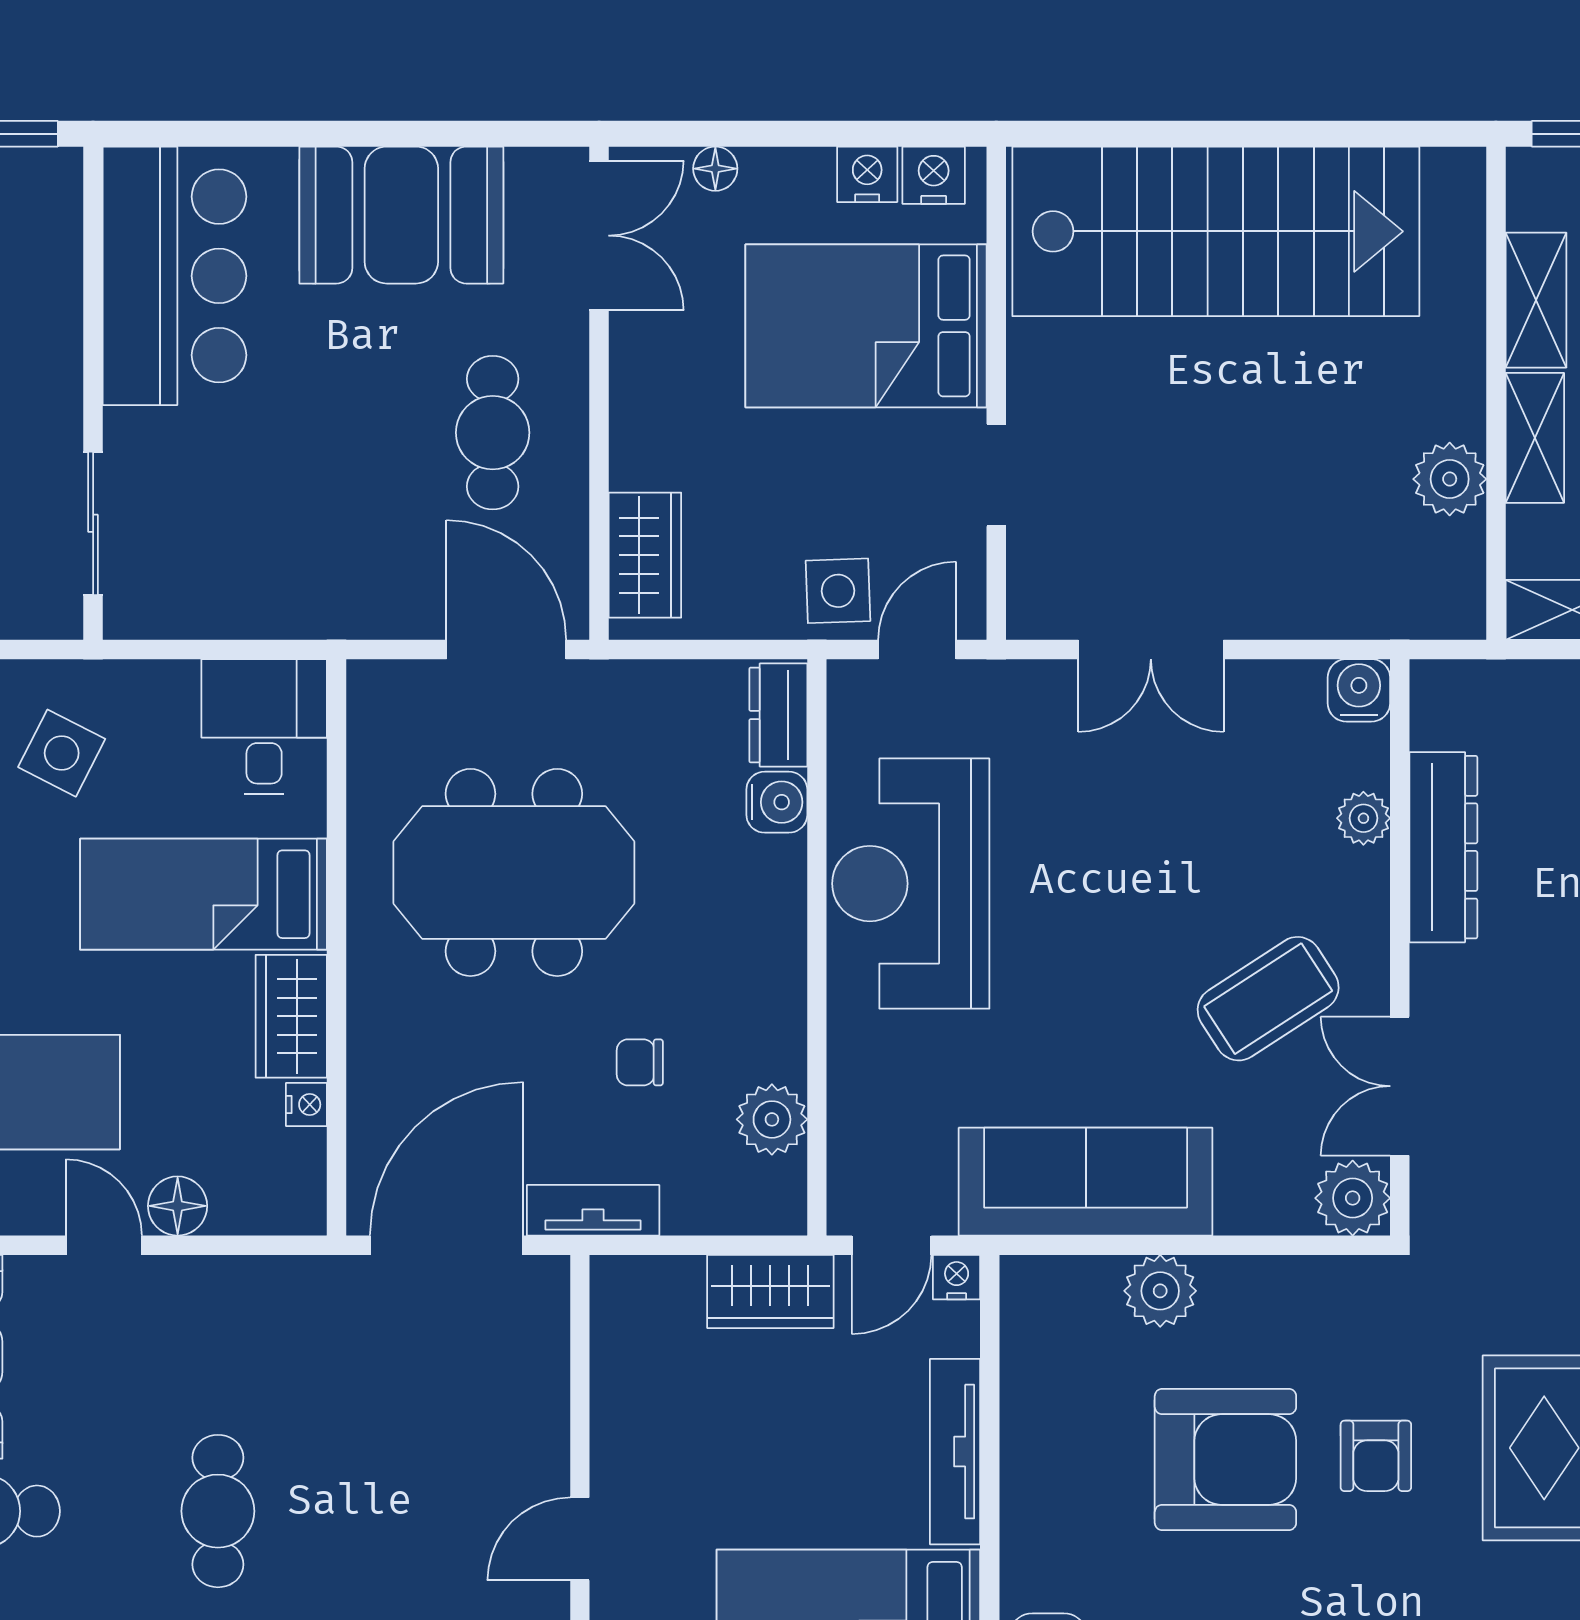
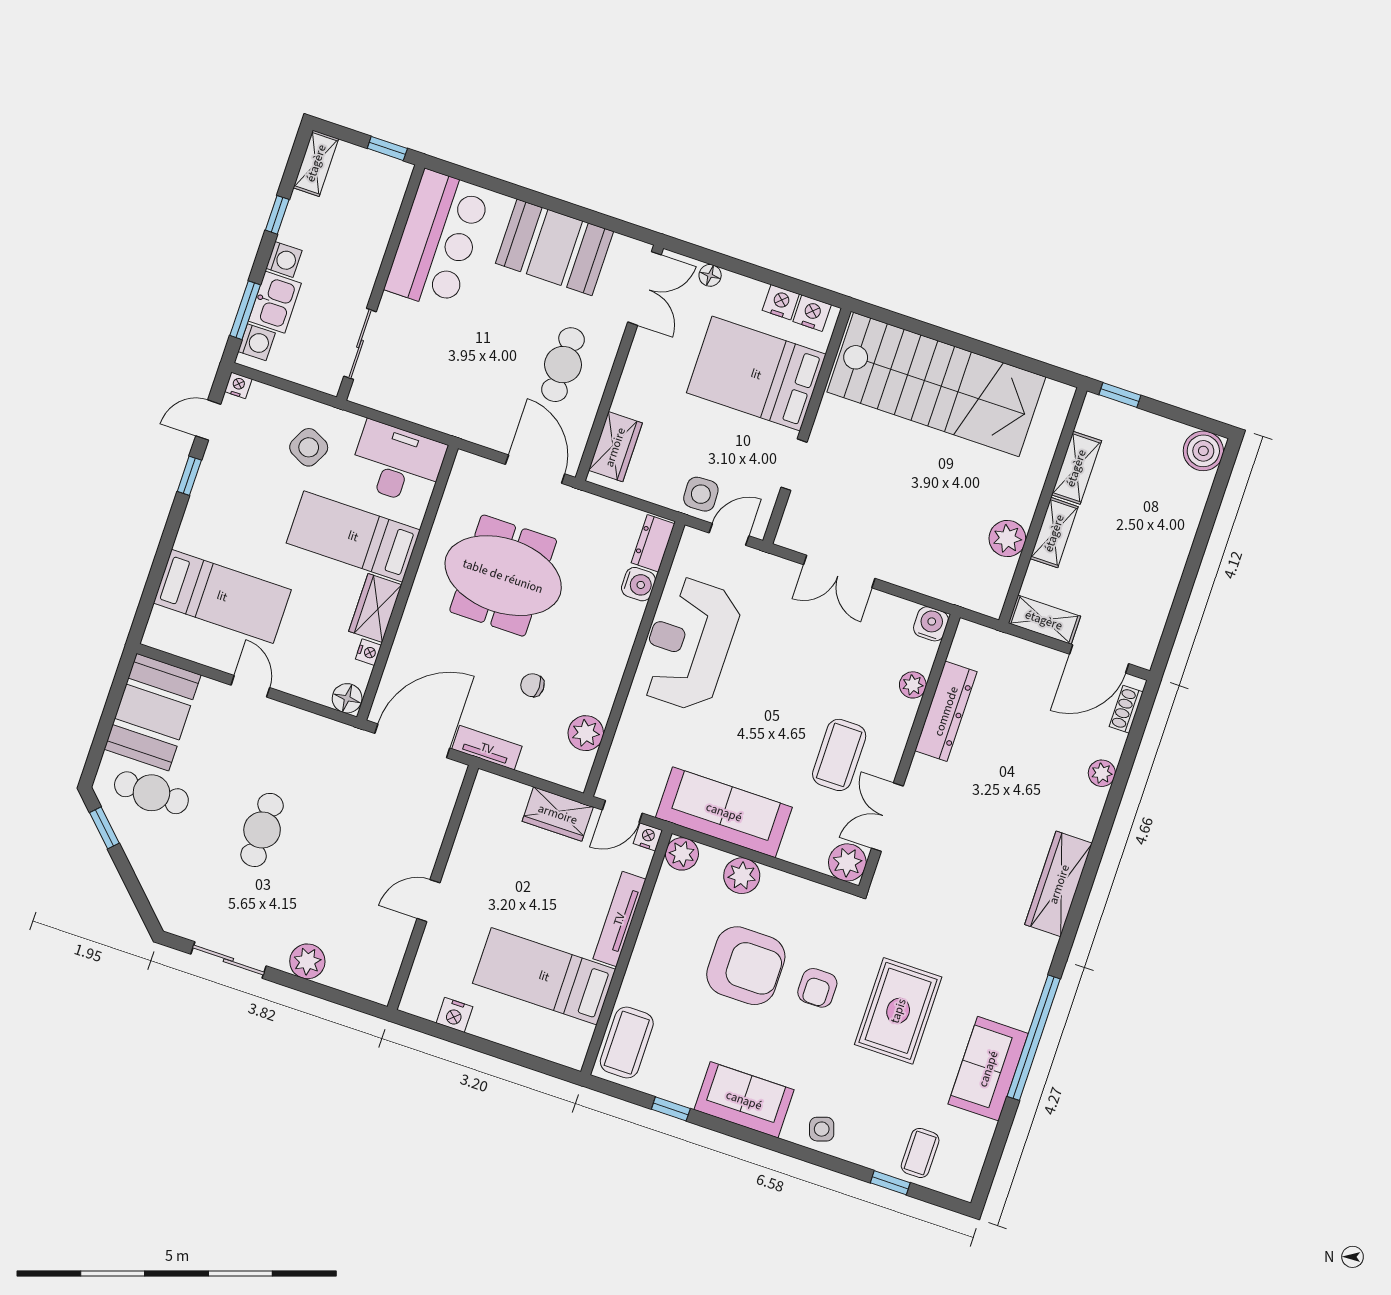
desk: (264, 727) -> (397, 463), width x1.37
coffee table: (1268, 999) -> (839, 755), turned -57
floor lamp: (178, 1206) -> (347, 698), moved
plant: (1032, 1288) -> (682, 854), added

